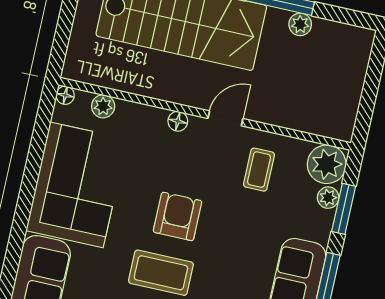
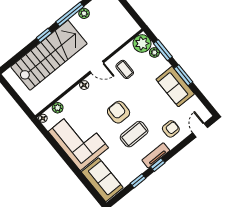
door: (225, 118) -> (97, 67), swing flipped

